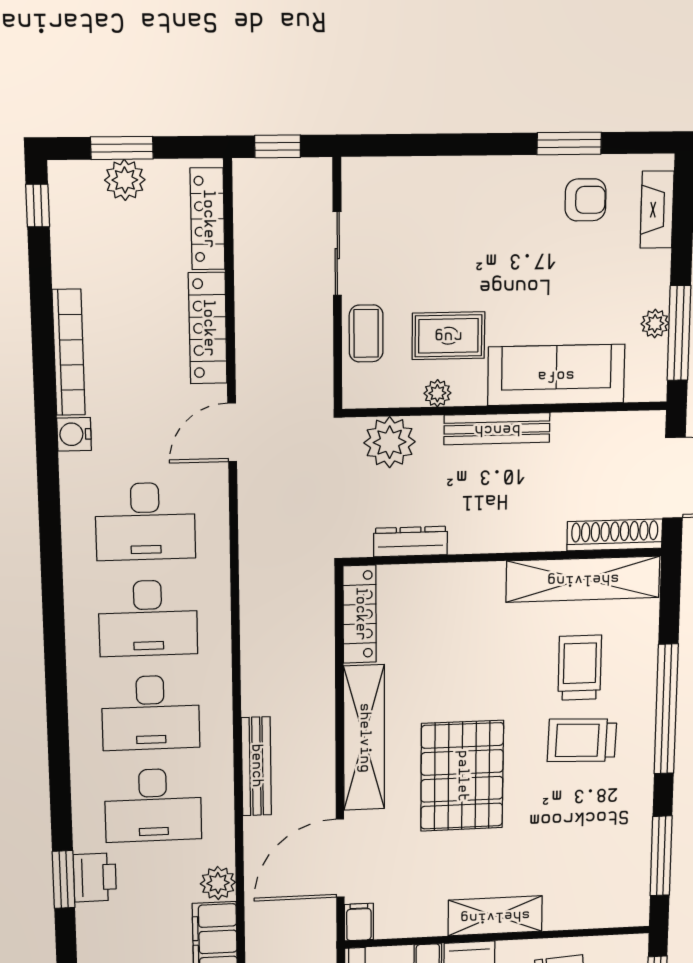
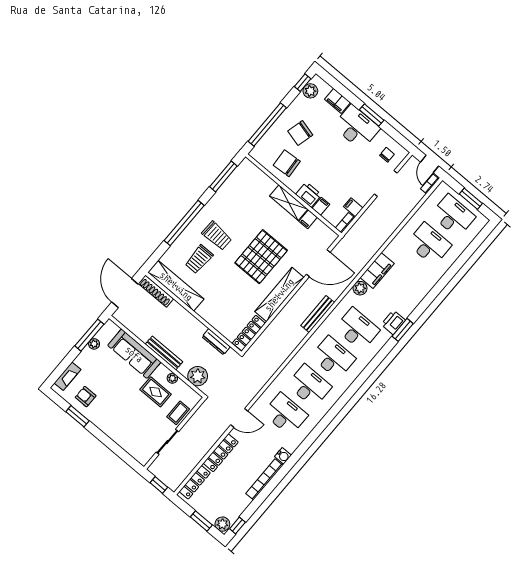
plant: (125, 180) -> (222, 524), moved
filing cabinet: (359, 922) -> (308, 219), moved

